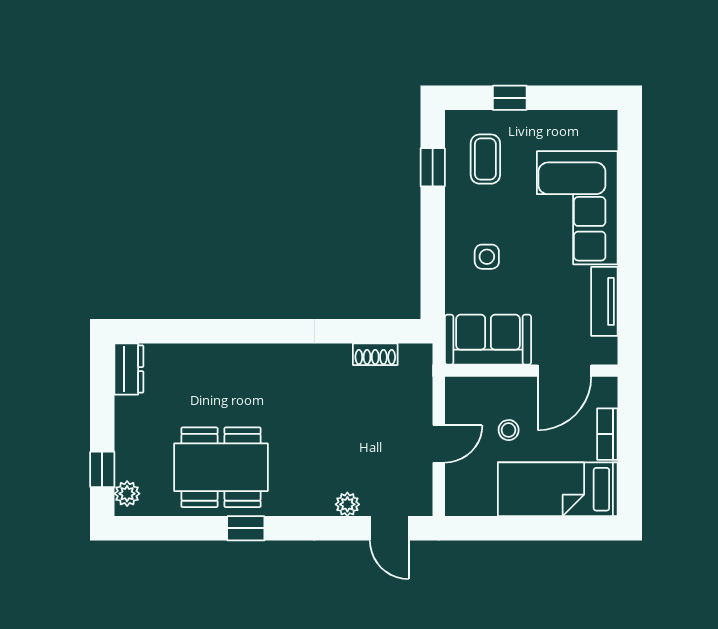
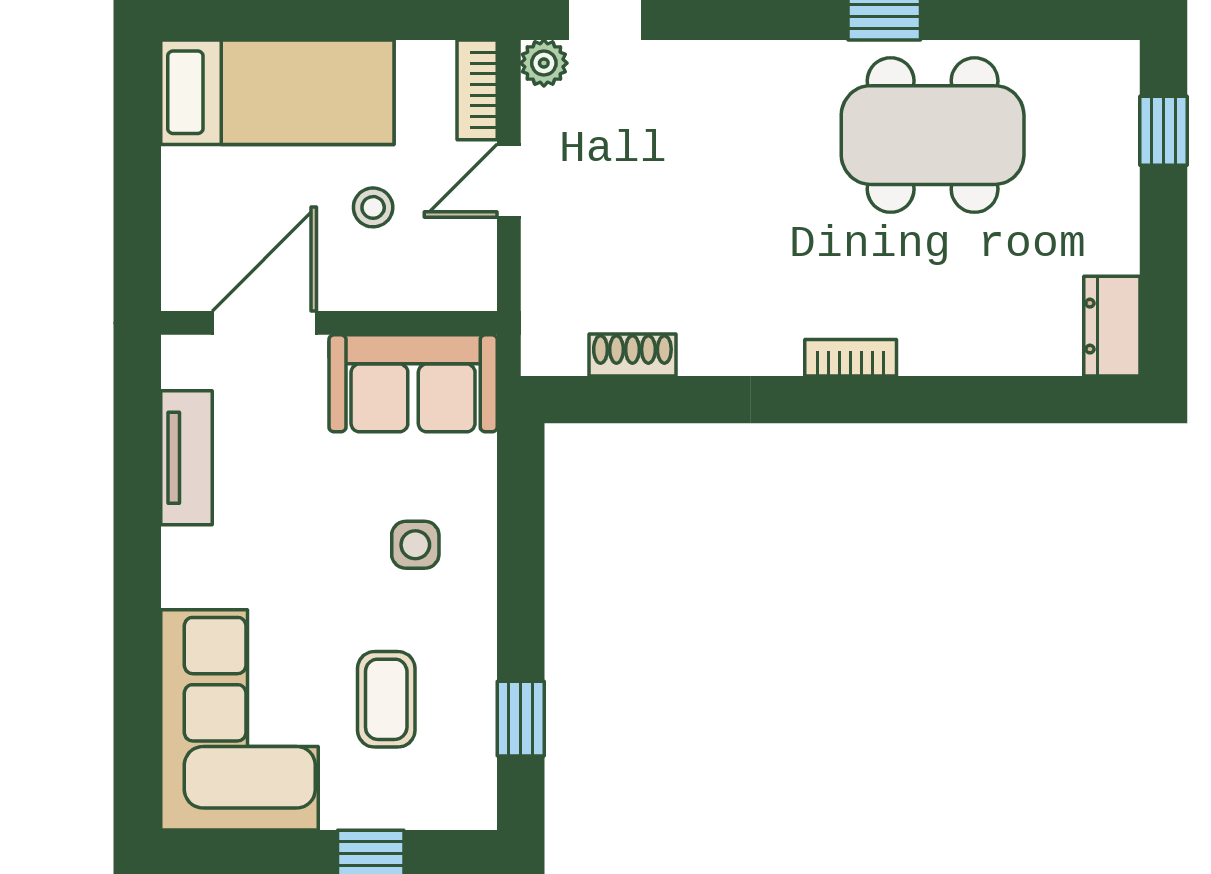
coffee table: (485, 159) -> (386, 699), moved
corner sofa: (577, 208) -> (240, 720), moved
bookcase: (263, 353) -> (851, 358), added
bookcase: (607, 434) -> (477, 90), moved, turned 180
plant: (127, 494) -> (1115, 84), removed
plant: (347, 504) -> (544, 63), moved

